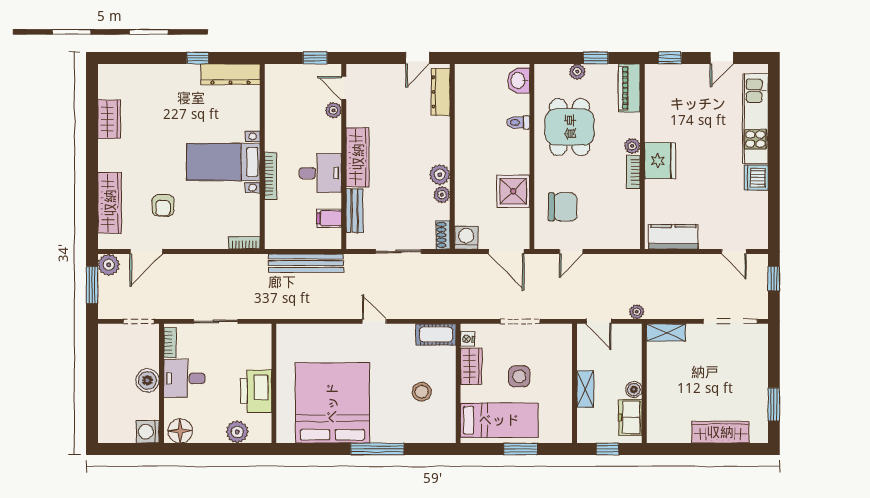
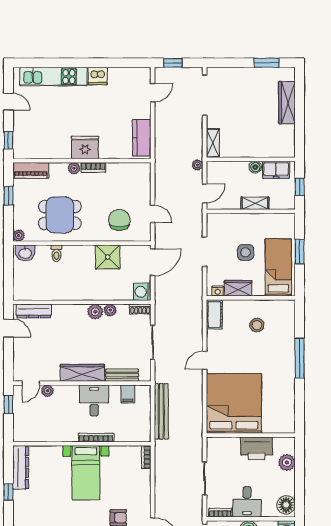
plant: (577, 72) -> (19, 235), moved
bed: (332, 403) -> (234, 403), moved, turned 90

